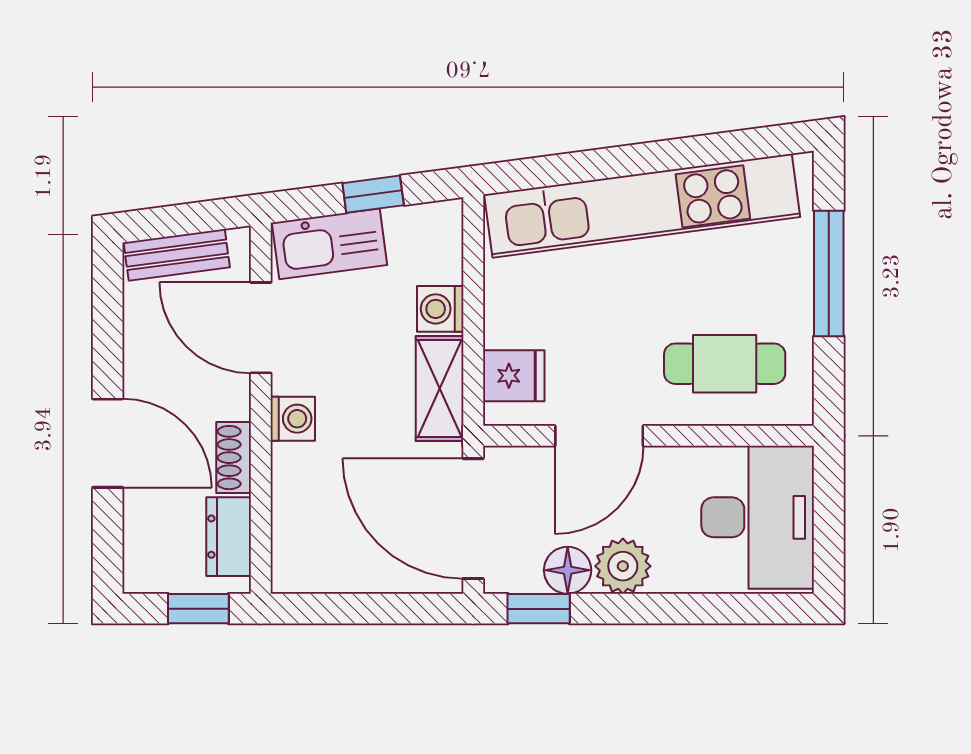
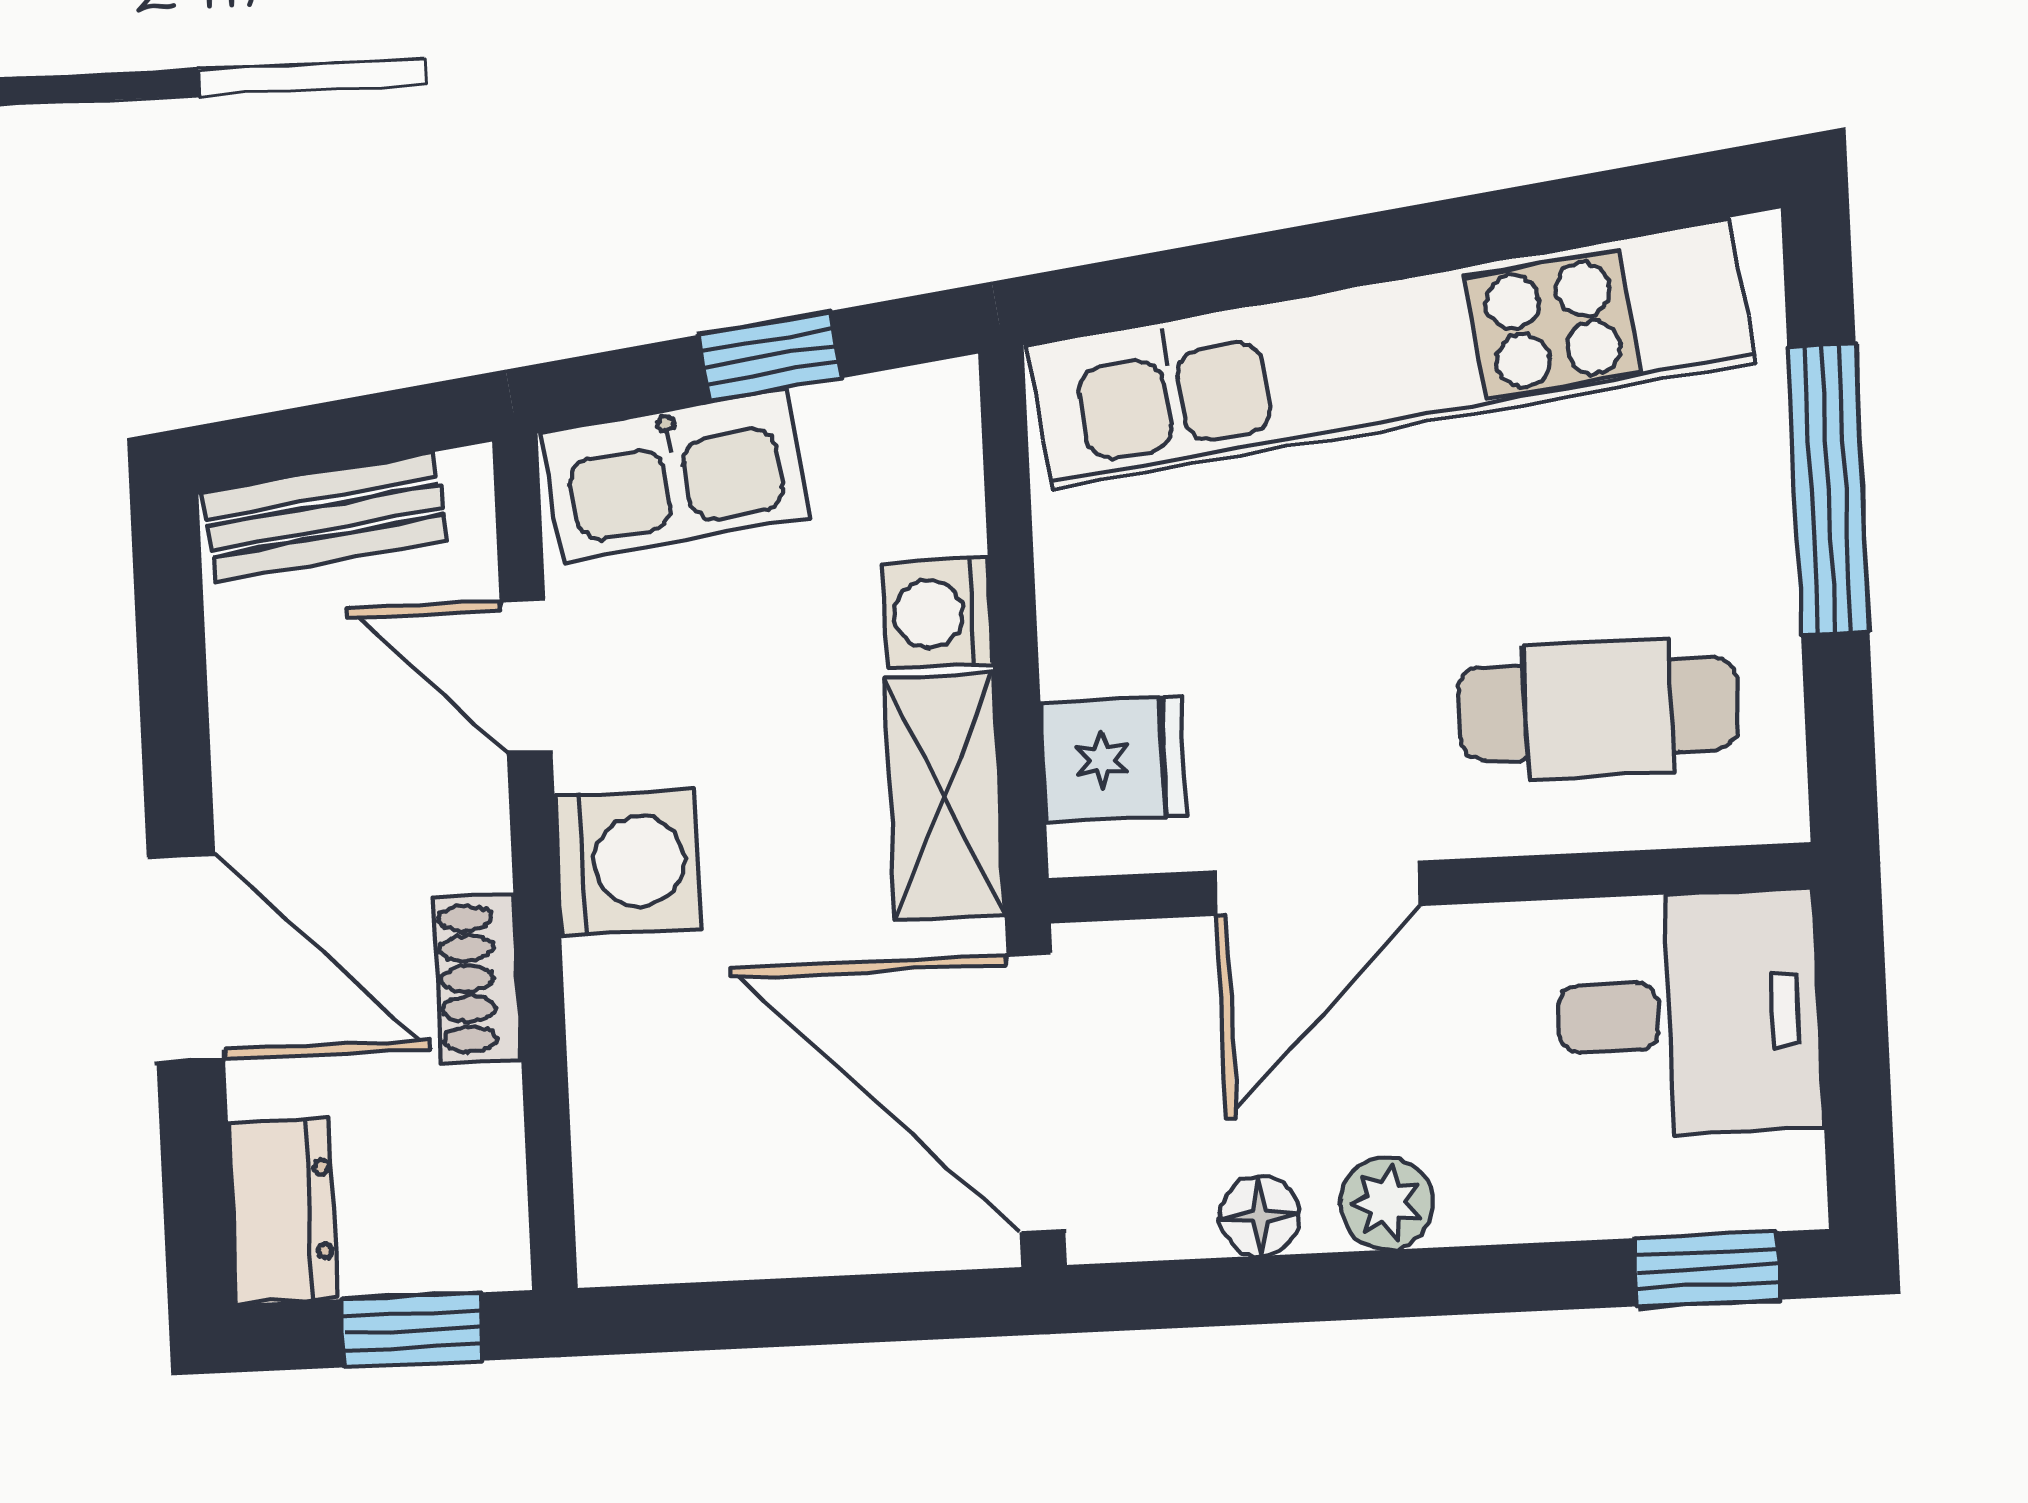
door: (261, 328) -> (526, 676), width x0.73
washing machine: (293, 419) -> (628, 862), width x1.38, depth x1.38
desk: (758, 517) -> (1689, 1014), width x0.73
dresser: (229, 537) -> (283, 1211), moved, turned 180
plant: (623, 566) -> (1387, 1203), width x0.73, depth x0.73
floor lamp: (568, 570) -> (1260, 1216), width x0.73, depth x0.73
window: (539, 609) -> (1707, 1269), moved

